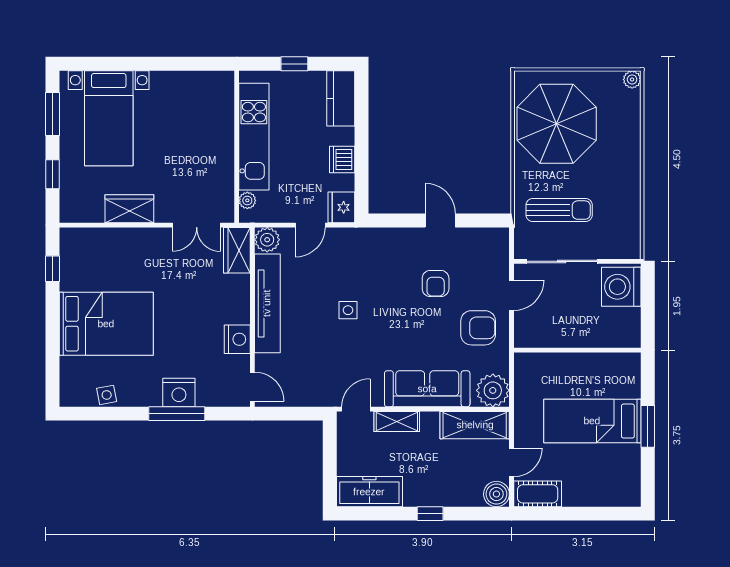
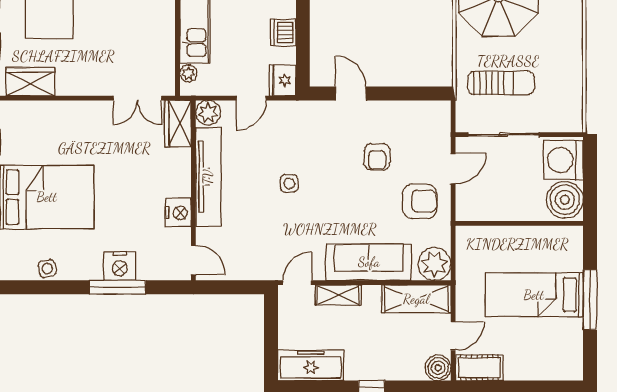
wardrobe: (129, 209) -> (30, 82), moved
door: (440, 221) -> (351, 94), moved
boiler: (623, 326) -> (565, 200), added
window: (648, 426) -> (590, 300), width x1.44

